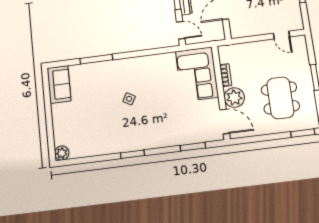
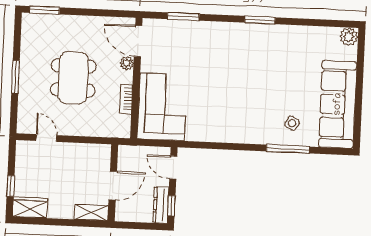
sofa: (59, 84) -> (338, 104), width x1.85, depth x1.27
plant: (234, 98) -> (127, 63), width x0.53, depth x0.53
dining table: (280, 98) -> (73, 78), moved
side table: (129, 99) -> (292, 123), moved

